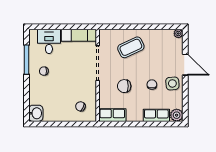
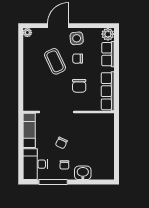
desk: (49, 41) -> (35, 164), width x1.37
coffee table: (131, 47) -> (55, 61), moved
chair: (80, 106) -> (61, 143), moved
washbasin: (36, 113) -> (83, 173), moved
row of seats: (112, 115) -> (108, 91), width x1.48

